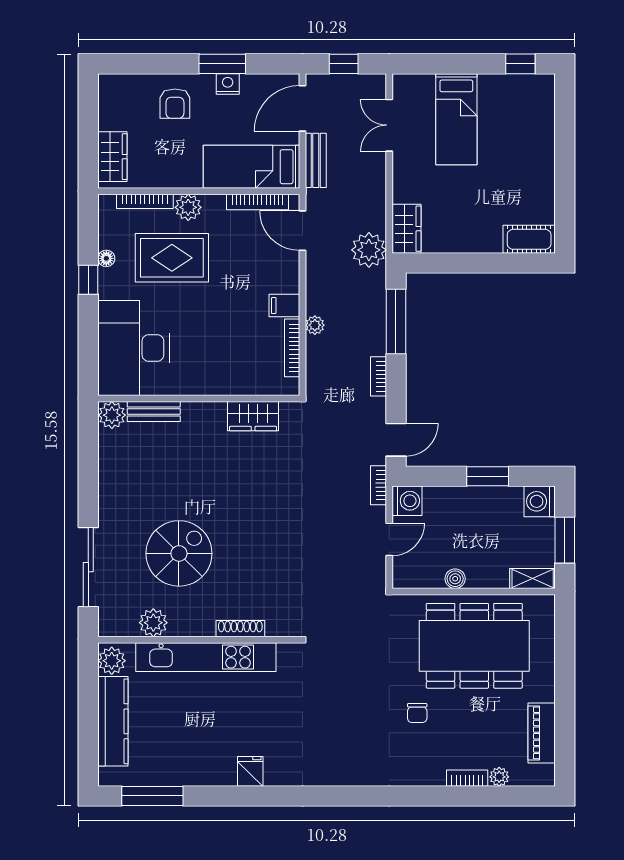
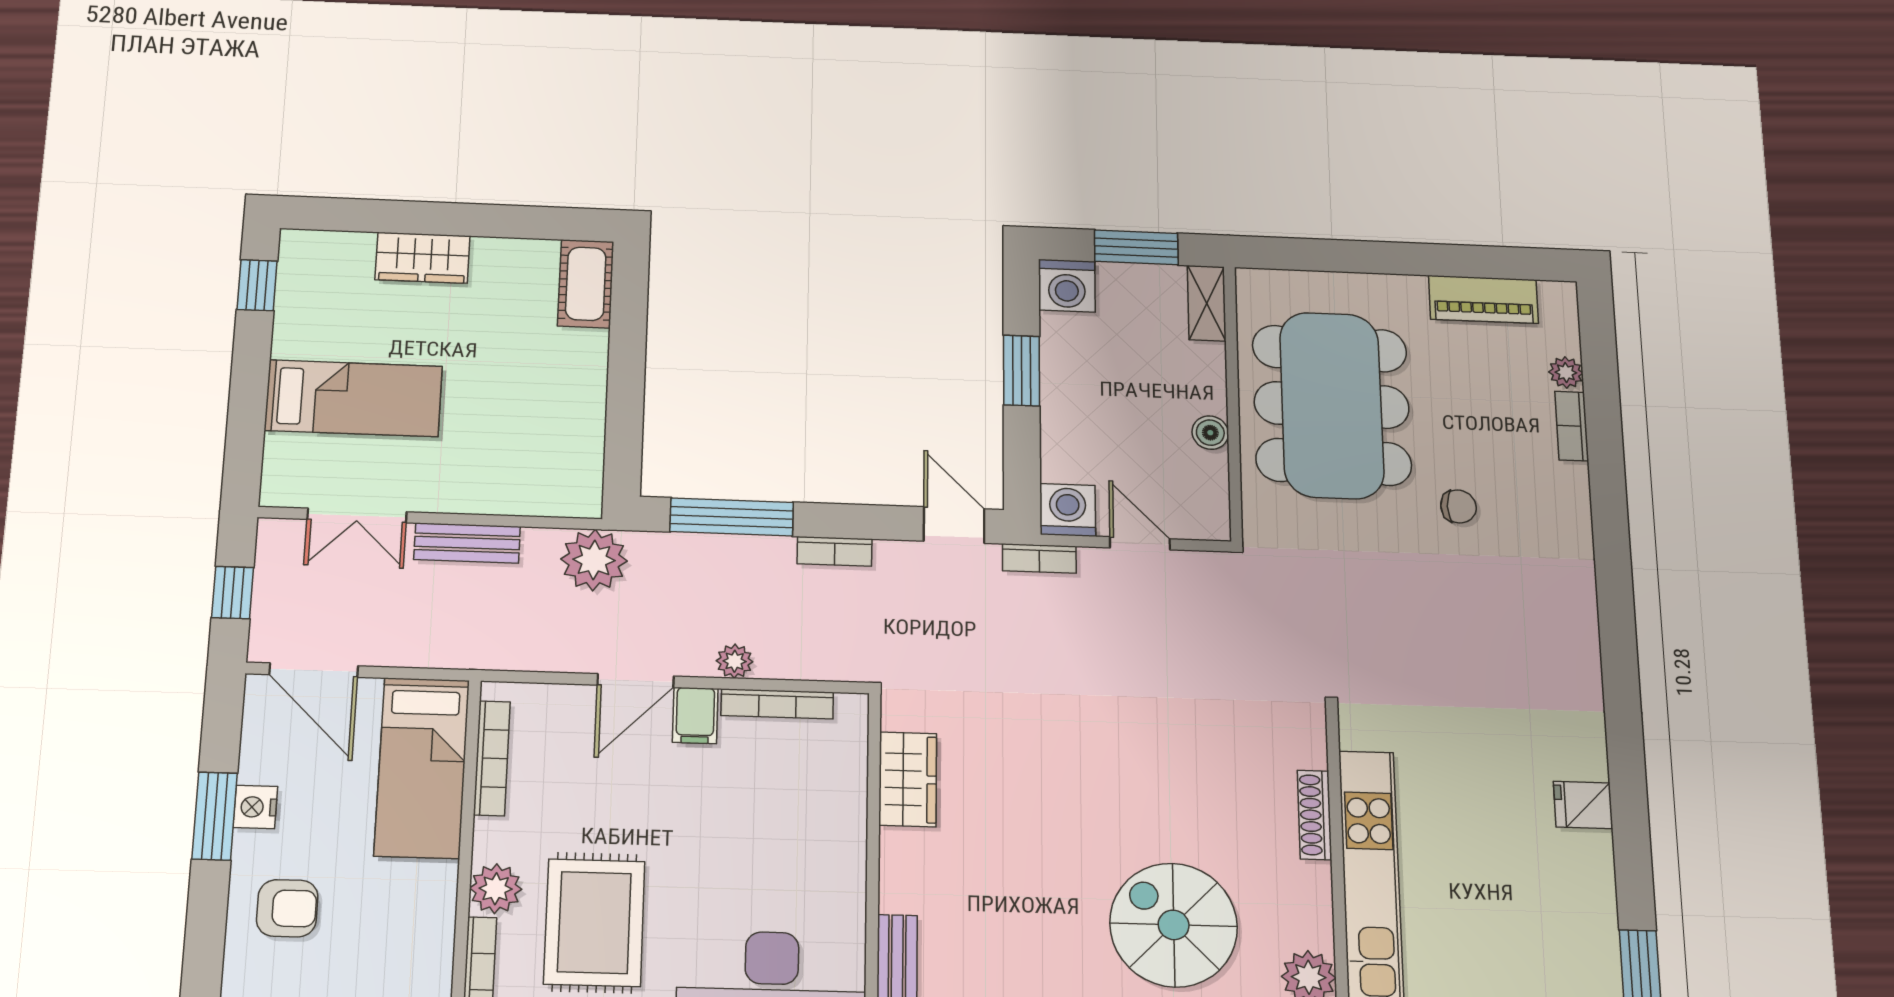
bench: (316, 160) -> (467, 543), moved
wardrobe: (406, 229) -> (423, 258), moved, turned 180
door: (302, 231) -> (636, 681), moved

